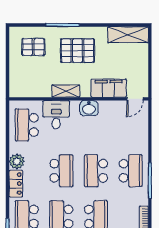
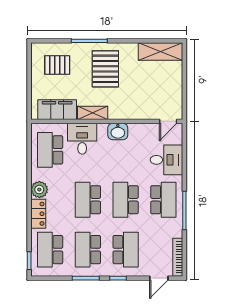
pallet: (77, 51) -> (105, 69), turned 90
filing cabinet: (109, 88) -> (57, 110), moved
desk: (133, 134) -> (166, 160), added
school desk: (61, 171) -> (88, 200), turned 180

